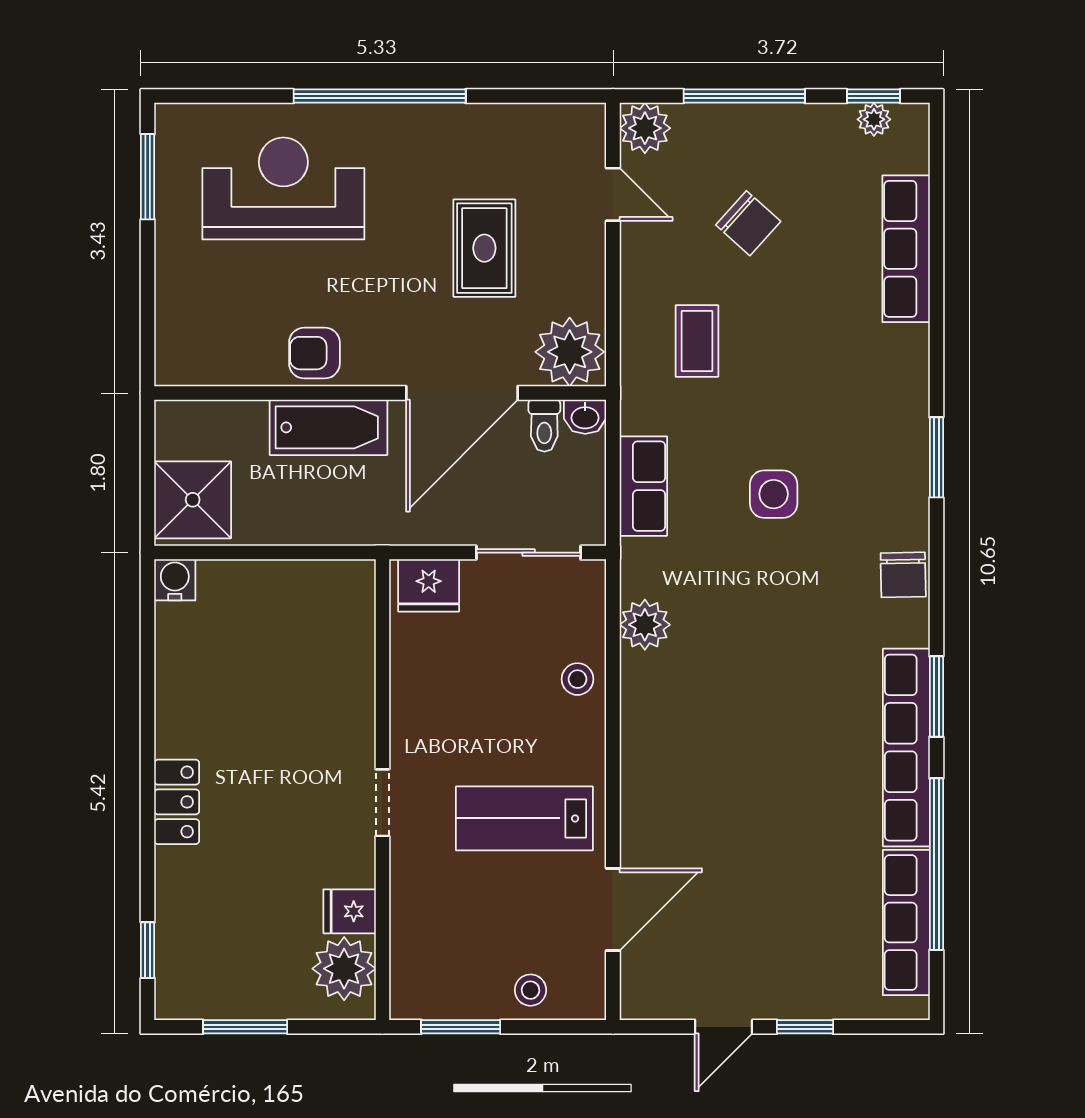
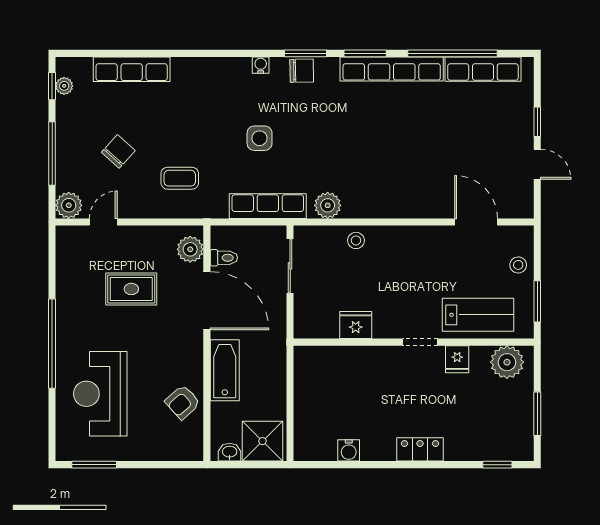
plant: (570, 352) -> (190, 249), width x0.73, depth x0.73
armchair: (314, 353) -> (183, 402), moved, turned 48
washbasin: (585, 417) -> (230, 452), moved, turned -90
window: (936, 457) -> (305, 53), moved
row of seats: (643, 486) -> (268, 206), width x1.48
water cooler: (914, 496) -> (261, 65), added
water cooler: (175, 580) -> (349, 450), moved, turned -90
fridge: (429, 585) -> (356, 325), moved, turned -90
lab bench: (524, 818) -> (478, 315), moved, turned -90
fridge: (350, 911) -> (457, 359), moved

